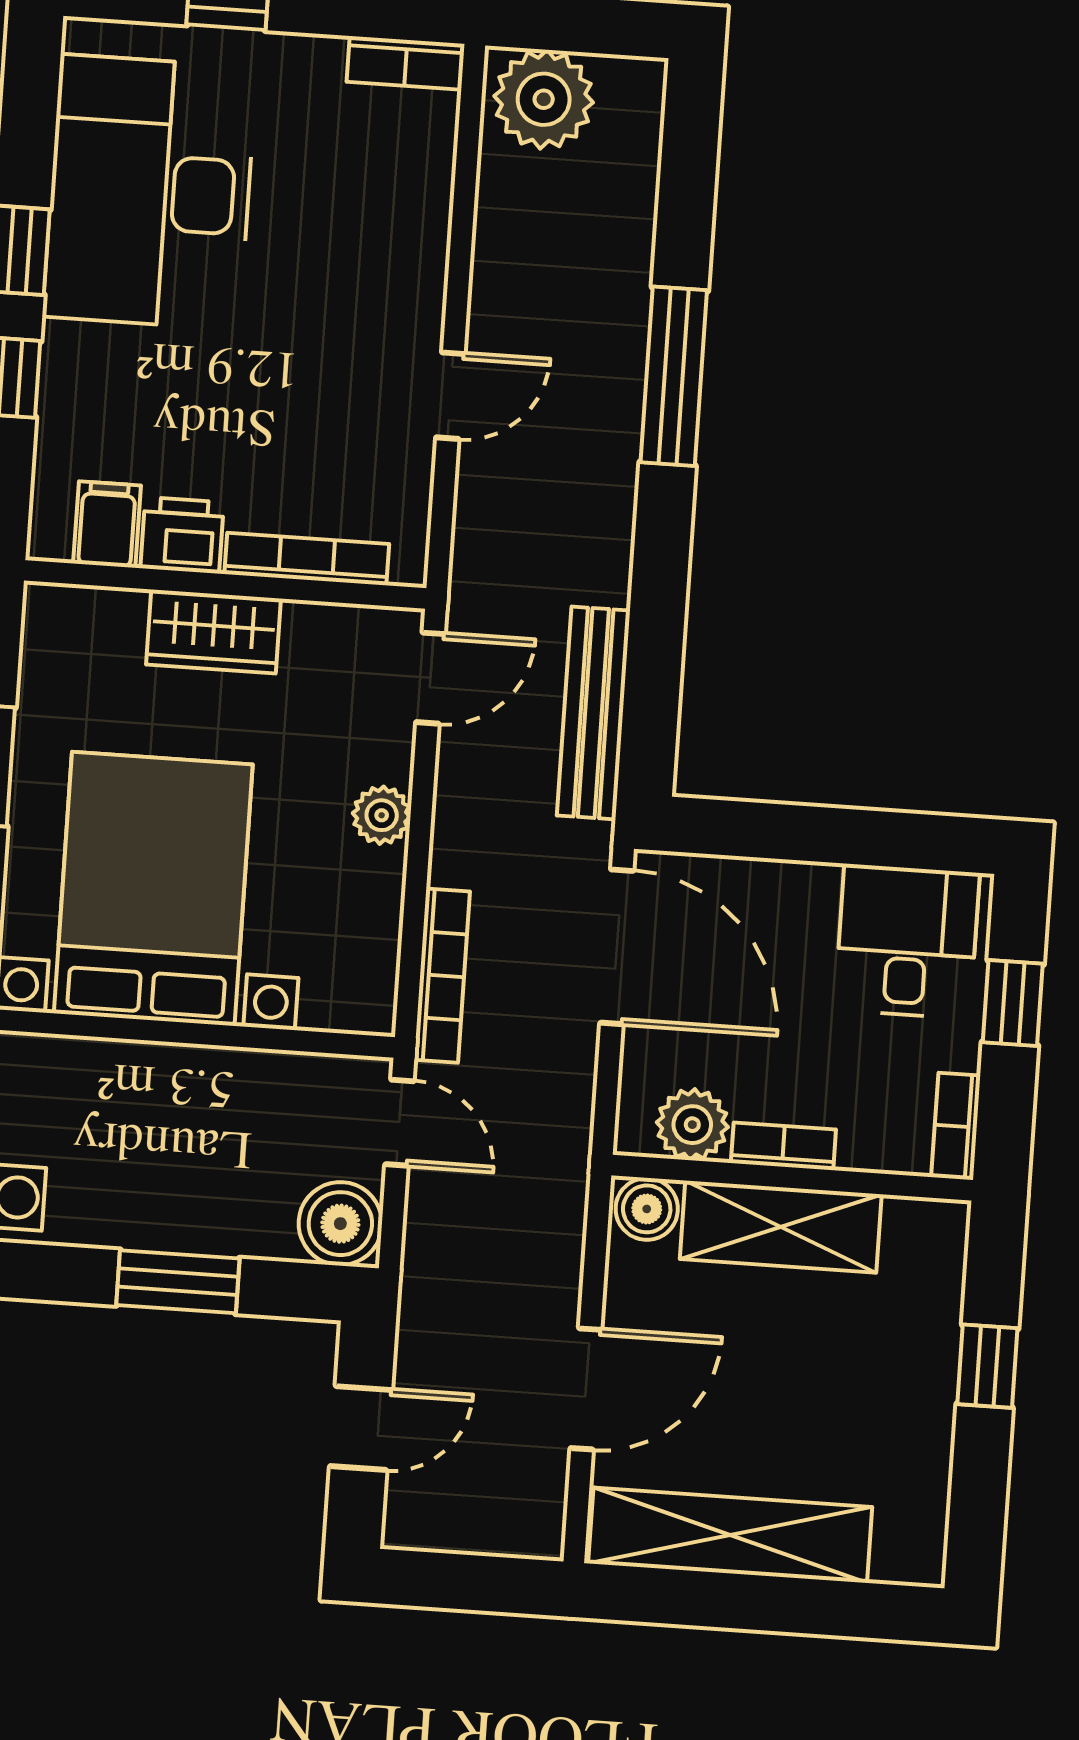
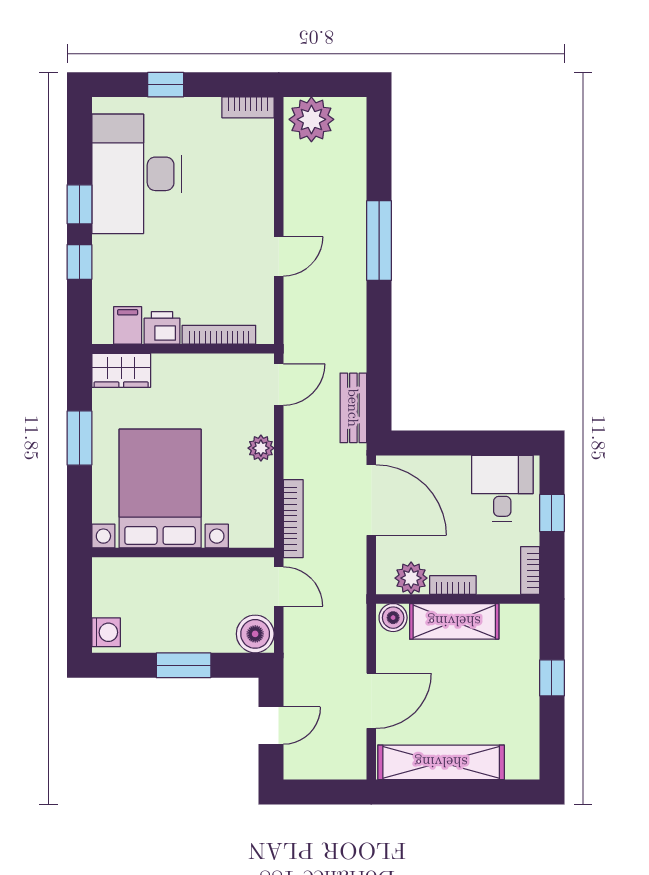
wardrobe: (213, 632) -> (121, 370), moved
bench: (593, 713) -> (353, 408), width x0.73

